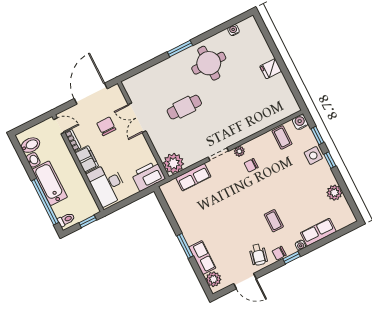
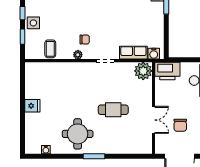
water cooler: (300, 122) -> (154, 54), moved
plant: (239, 151) -> (78, 55), moved

